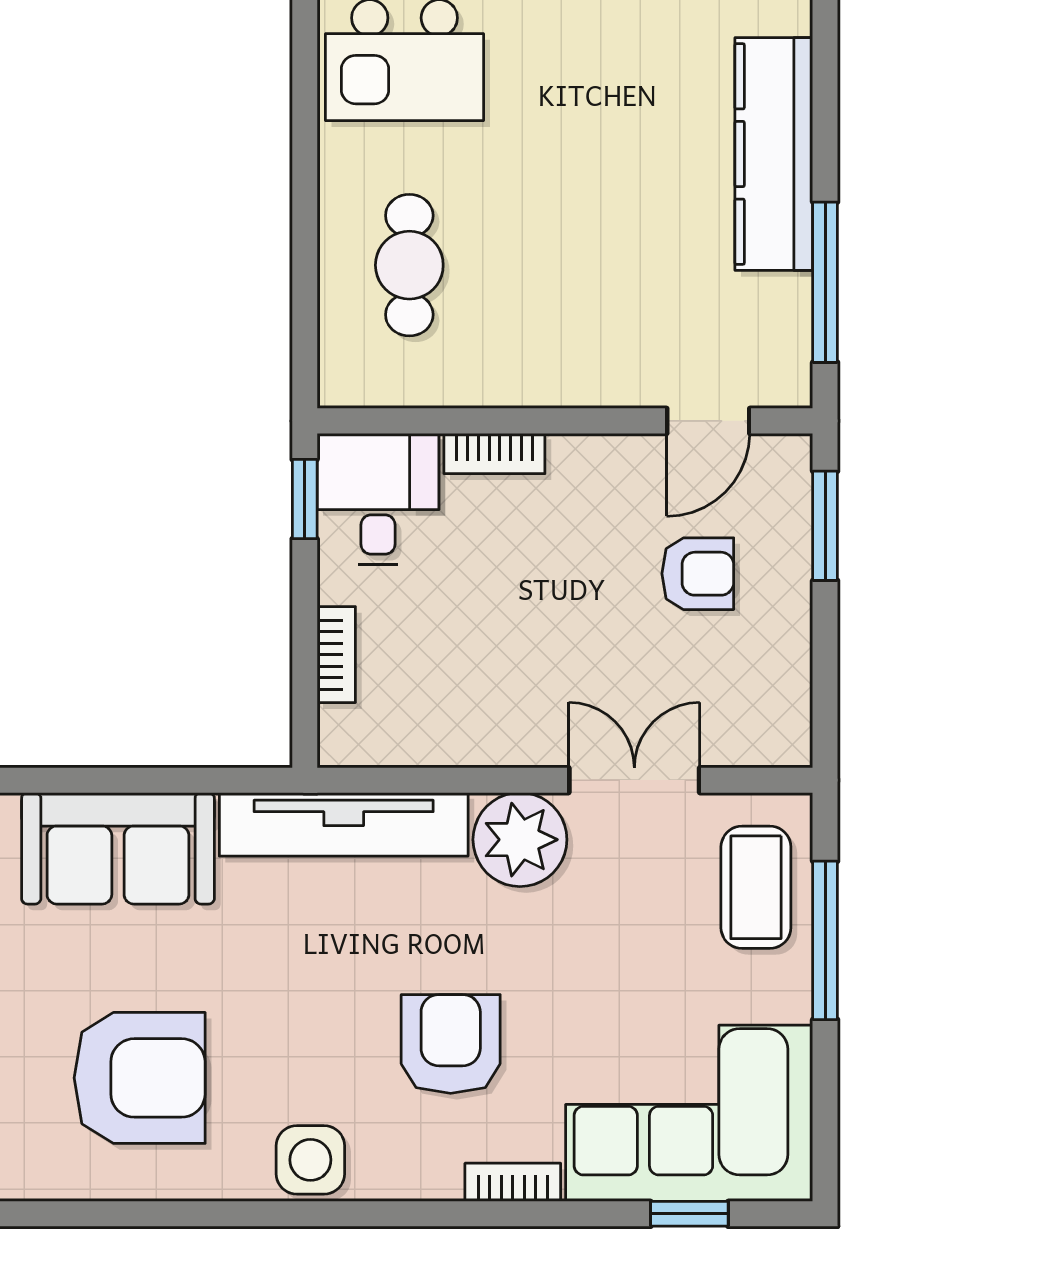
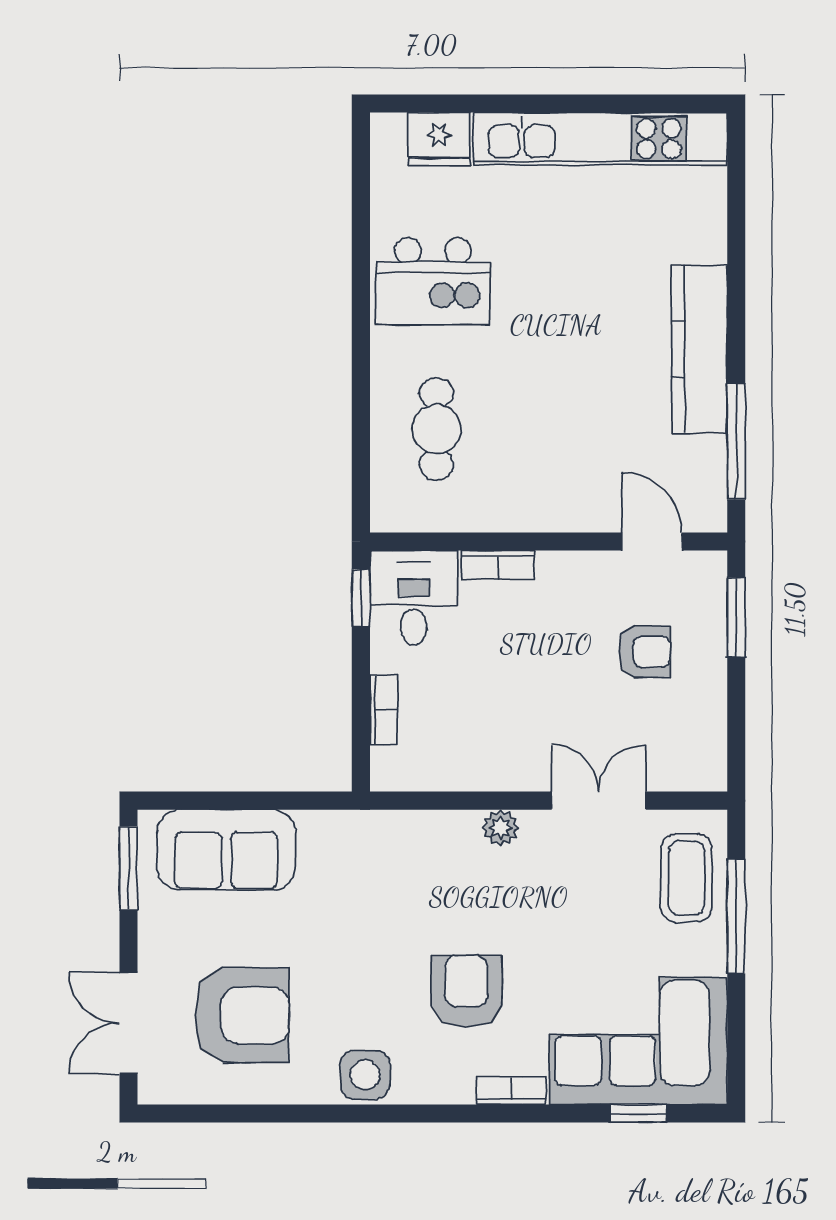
door: (708, 421) -> (652, 541), swing flipped
tv unit: (344, 824) -> (389, 833), removed
plant: (520, 840) -> (500, 828), width x0.53, depth x0.53

